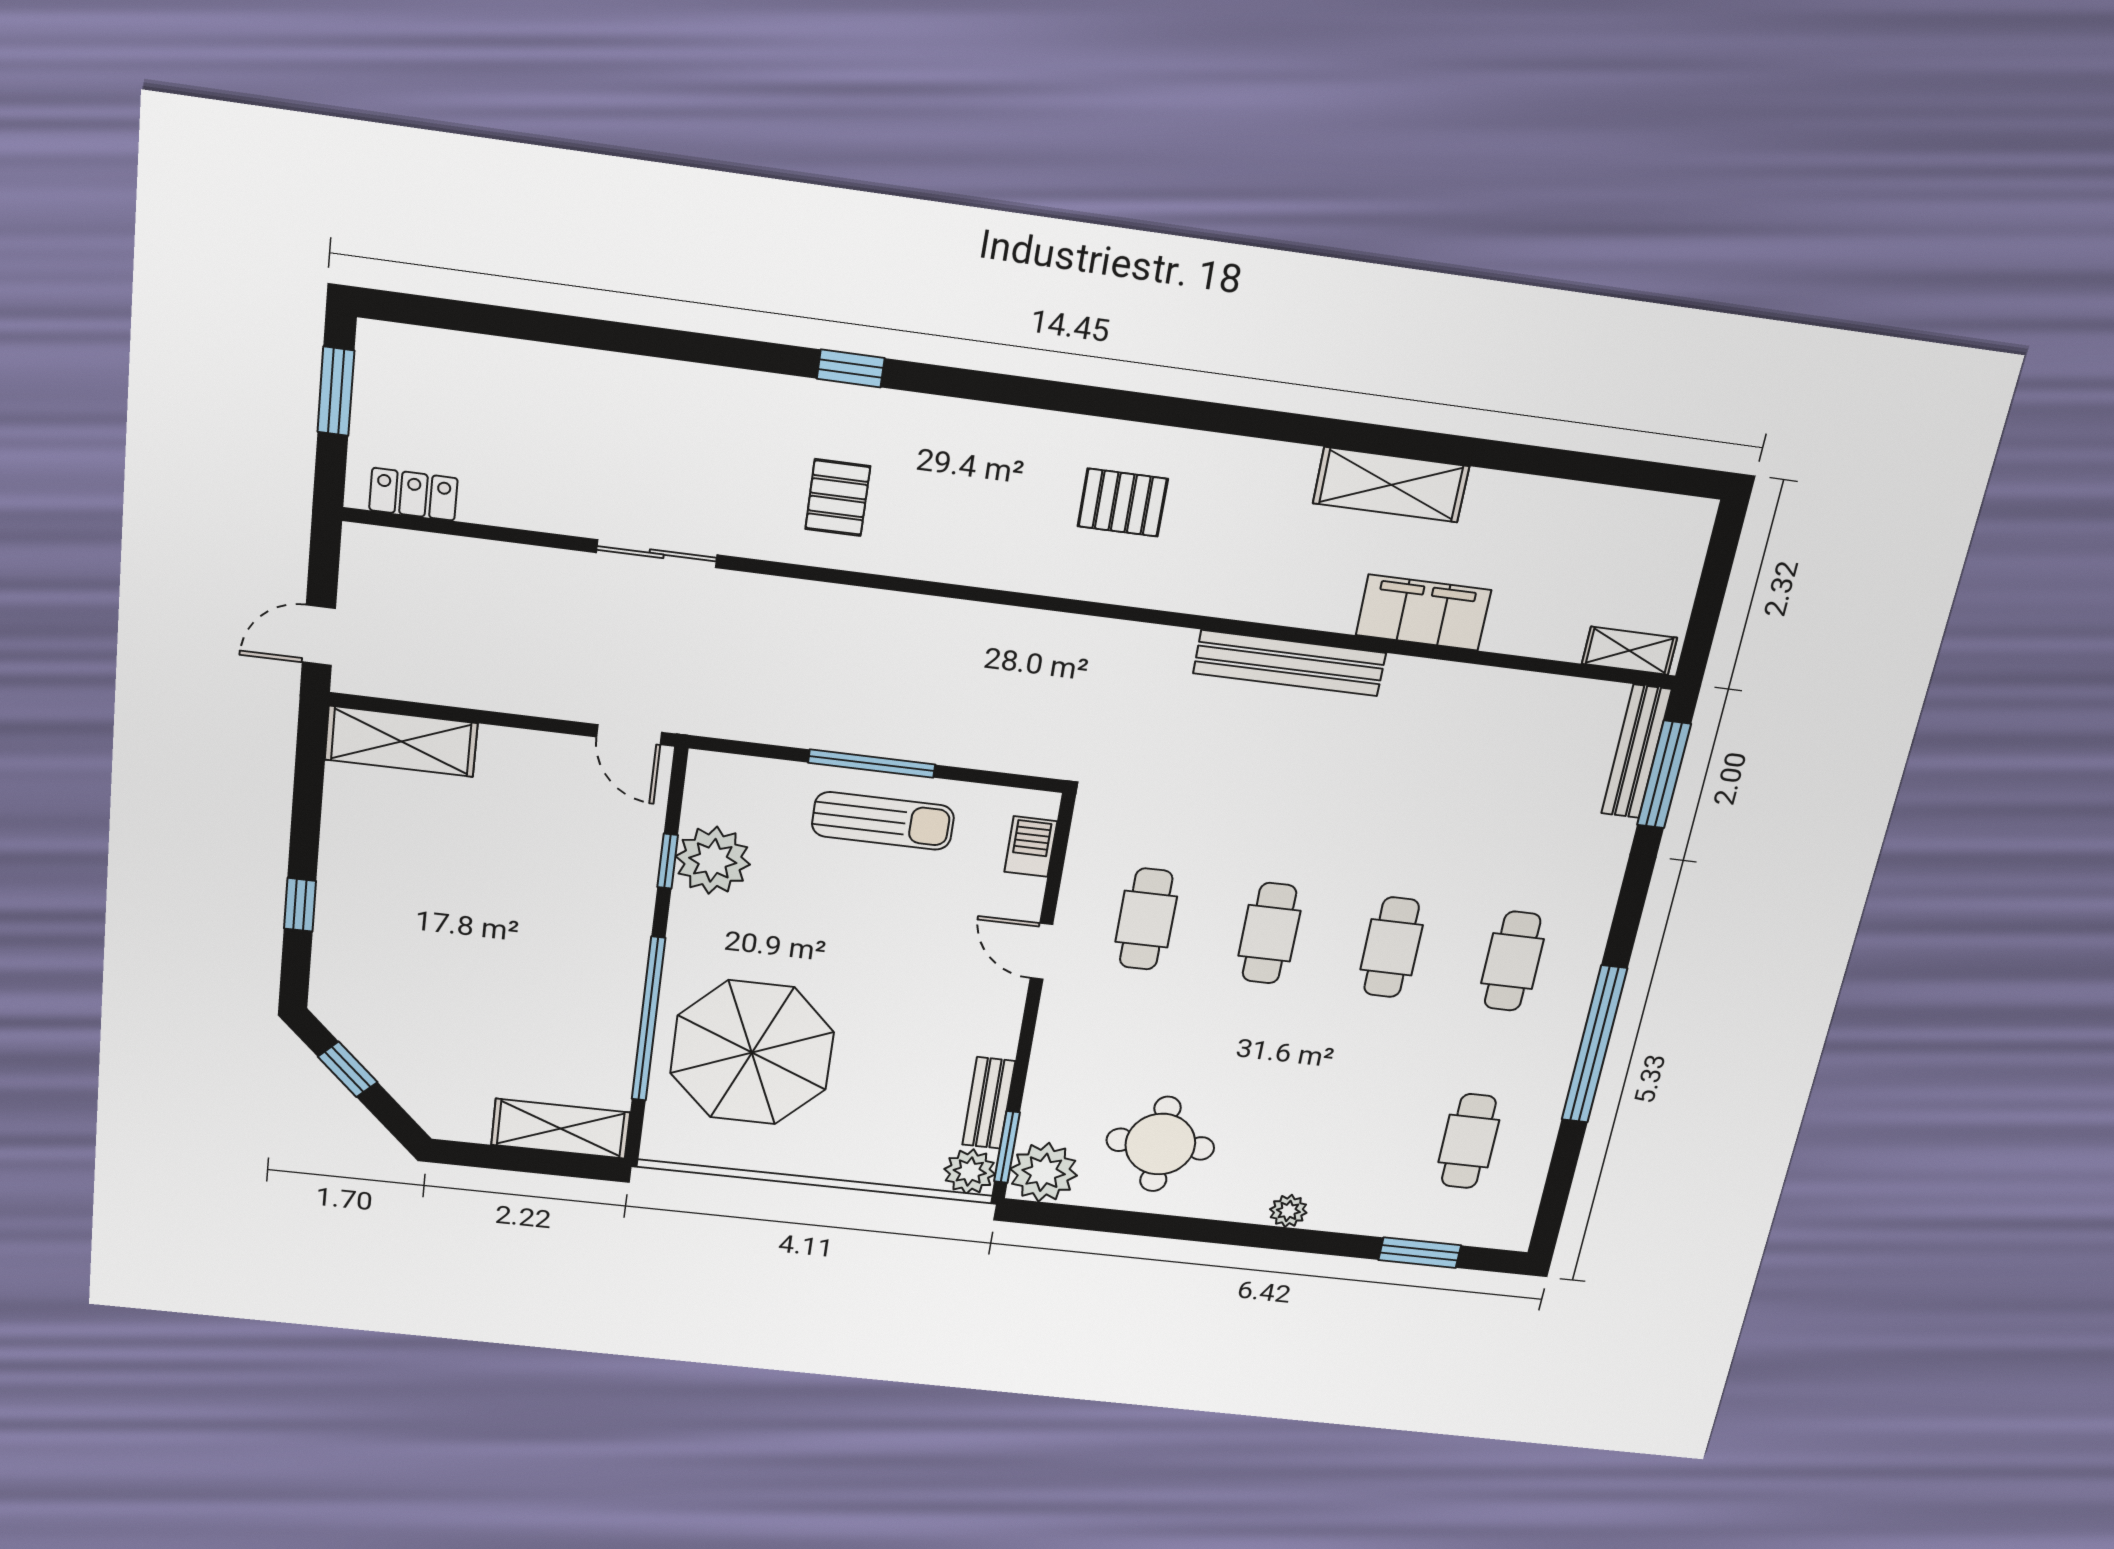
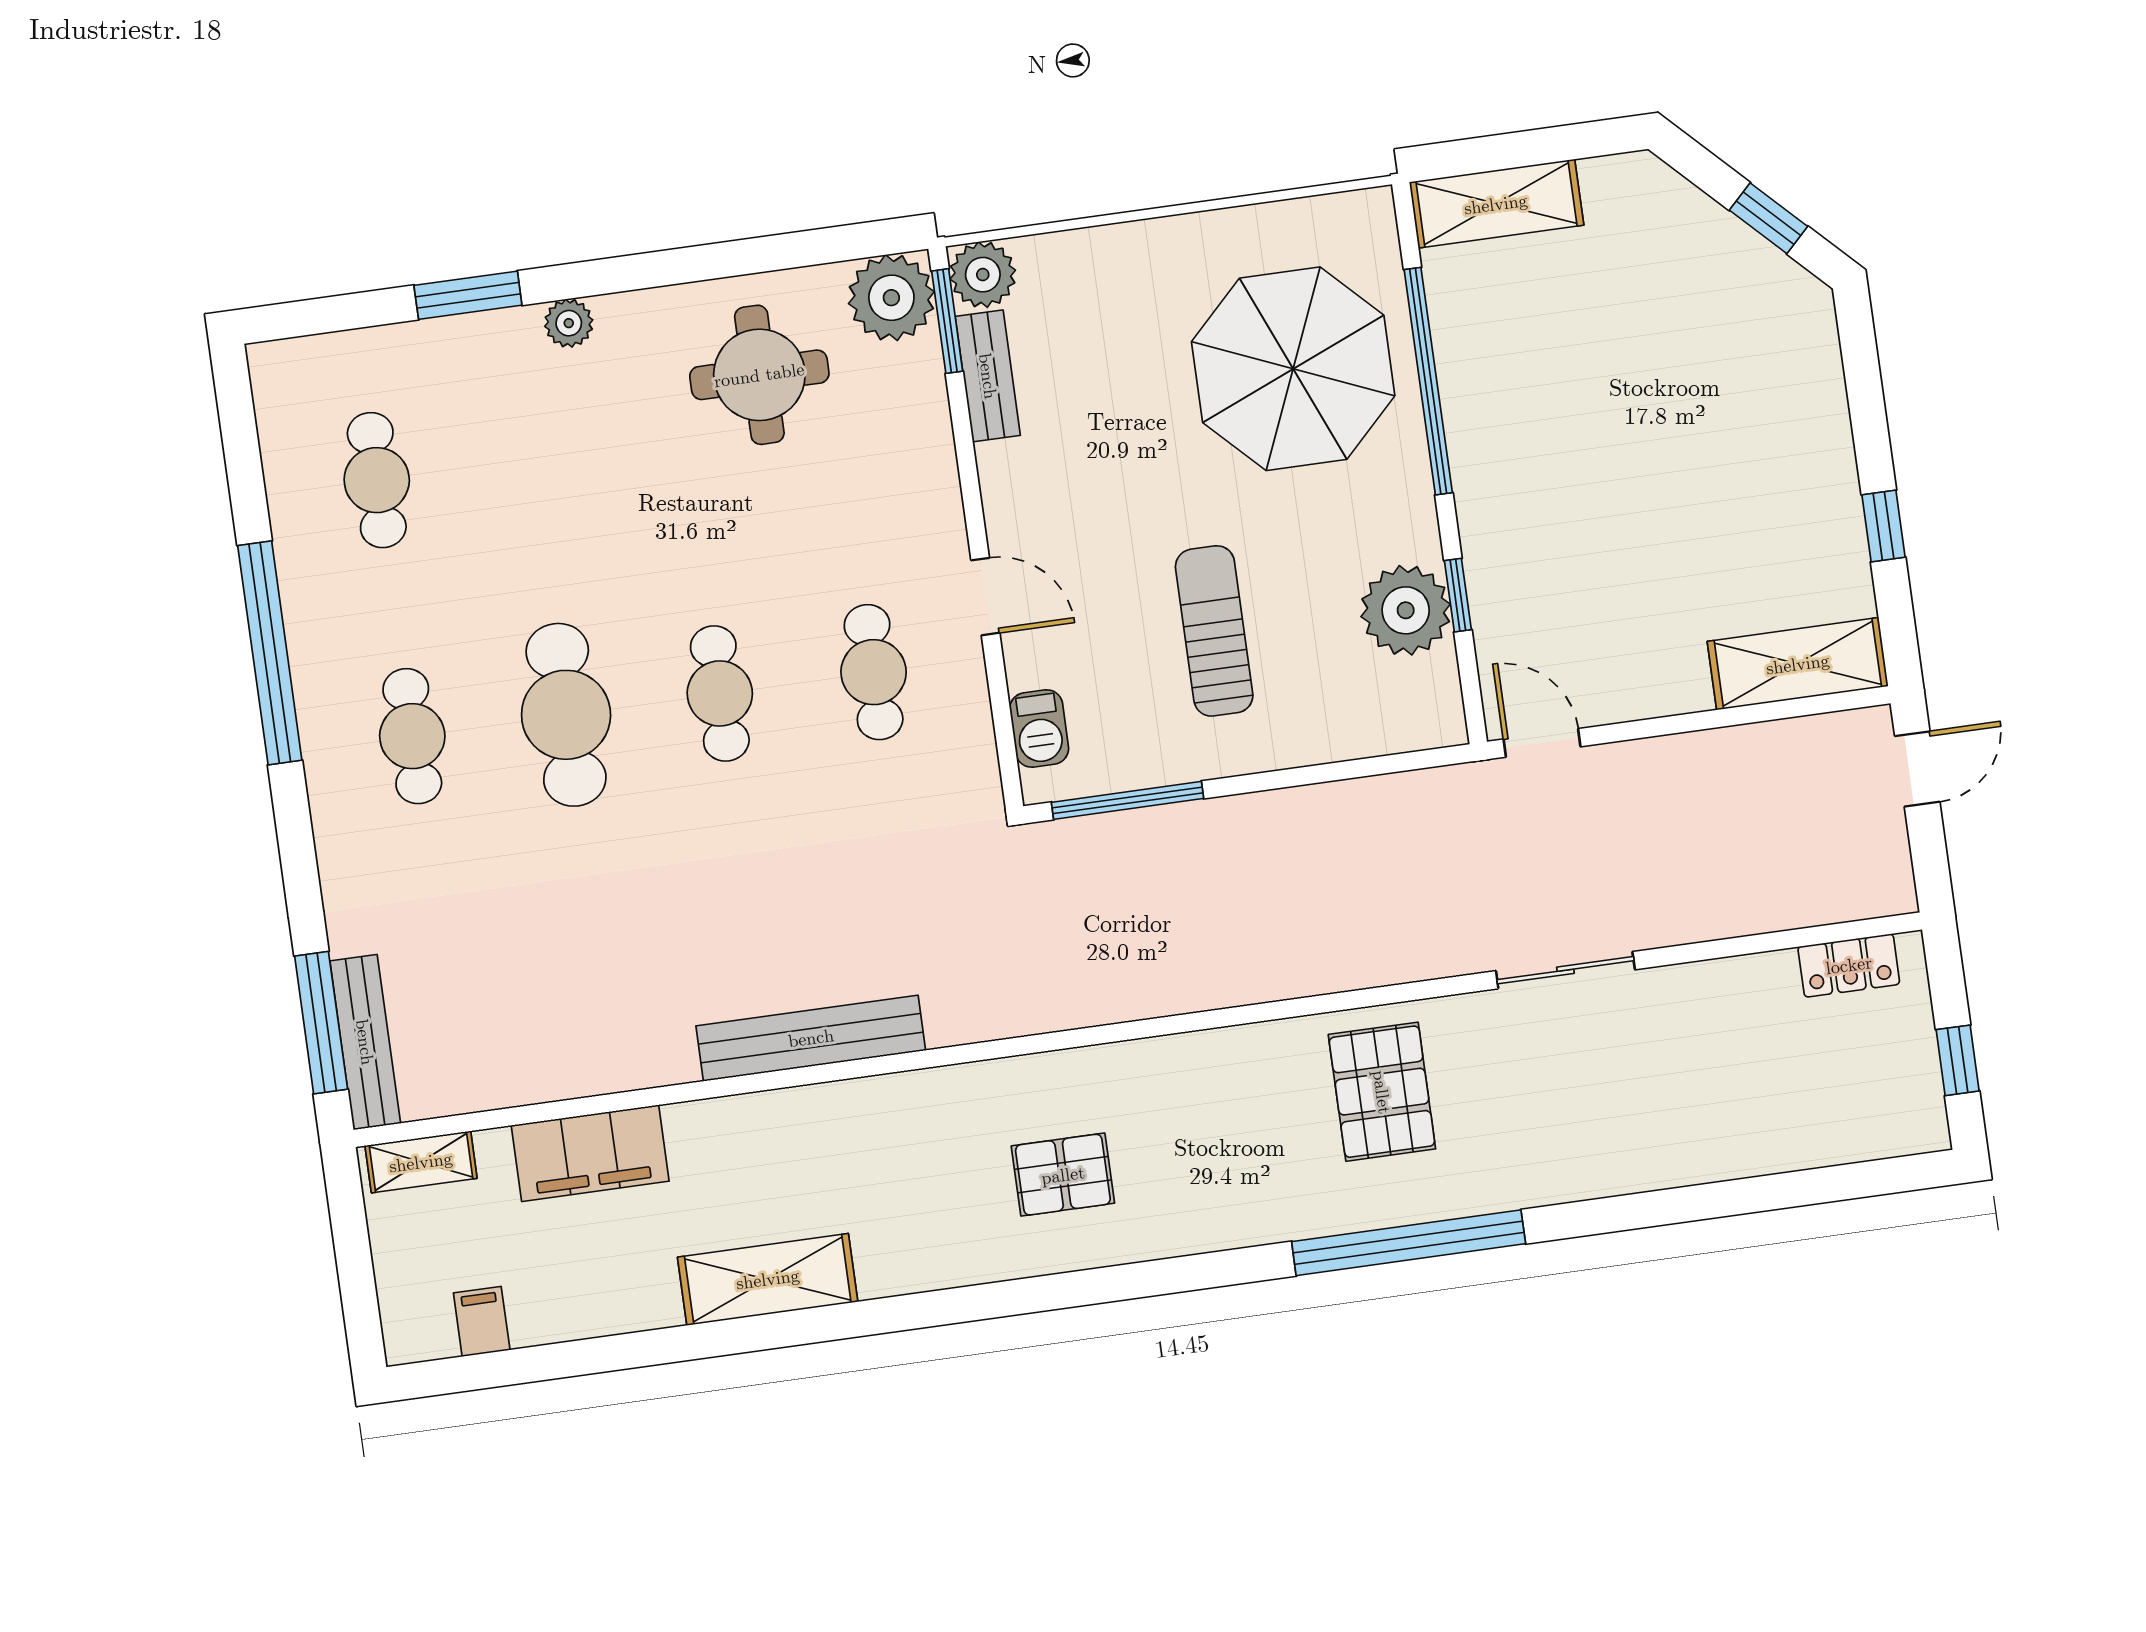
window: (851, 368) -> (1409, 1243), width x3.17
window: (336, 391) -> (1958, 1060), width x0.67
pallet: (838, 498) -> (1382, 1092), width x1.50, depth x1.42
filing cabinet: (1631, 515) -> (482, 1321), added
filing cabinet: (1423, 613) -> (590, 1153), moved
window: (872, 764) -> (1127, 800), moved
sun lounger: (883, 821) -> (1214, 631), moved, turned 90
window: (300, 905) -> (1883, 526), moved
cafe table: (1392, 947) -> (566, 715), width x1.37, depth x1.35
window: (1420, 1253) -> (468, 295), moved

